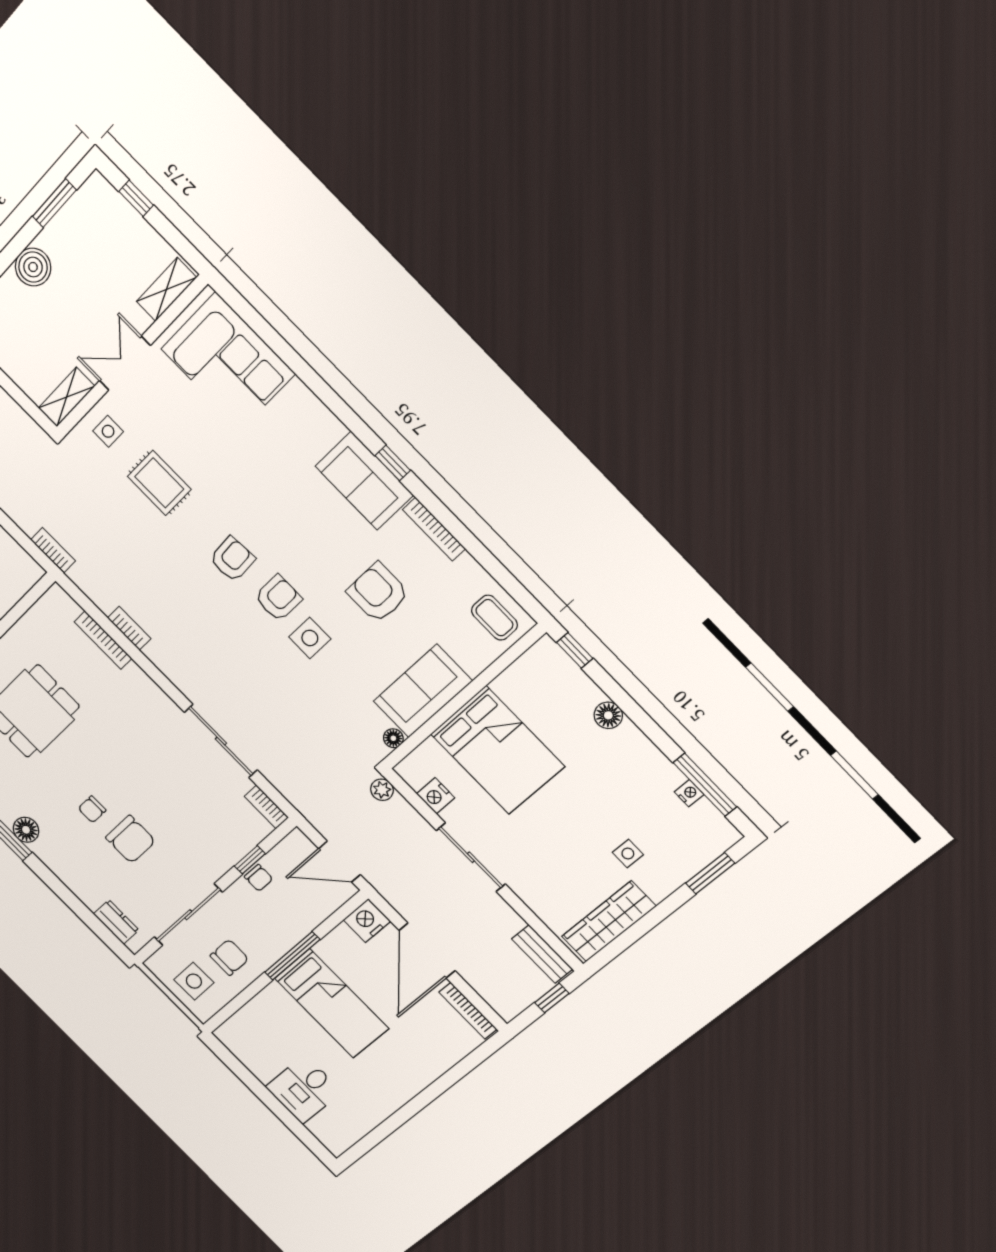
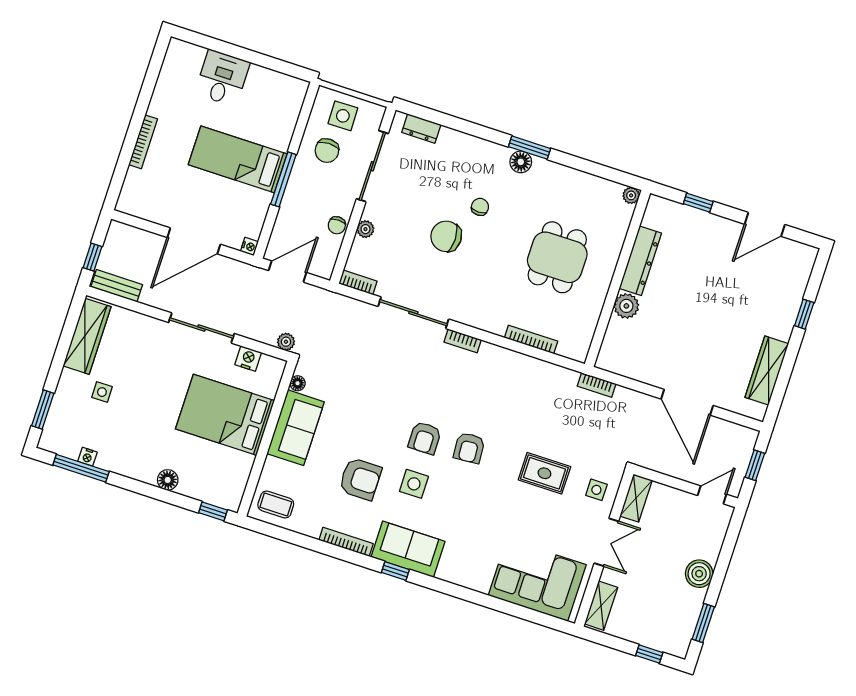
bookcase: (129, 628) -> (463, 341), moved
side table: (310, 638) -> (414, 484), moved
chair: (131, 839) -> (446, 236), moved
plant: (229, 856) -> (365, 229), added
window: (250, 860) -> (350, 235), removed
chair: (259, 878) -> (337, 225), turned -90
nightstand: (367, 921) -> (249, 247), width x0.53, depth x0.56
door: (427, 951) -> (194, 241), swing flipped
bookcase: (468, 1011) -> (143, 142), moved, turned 90

